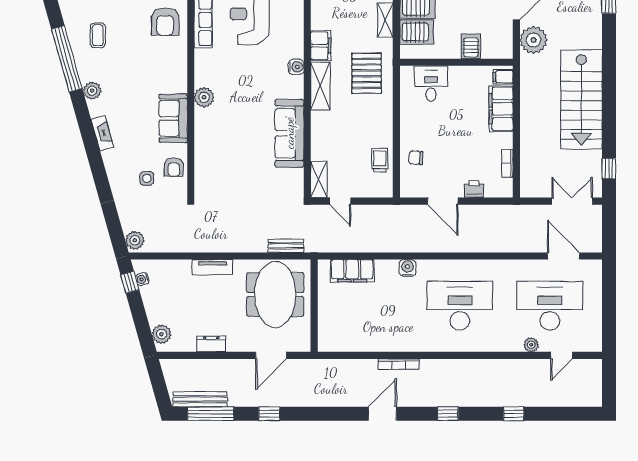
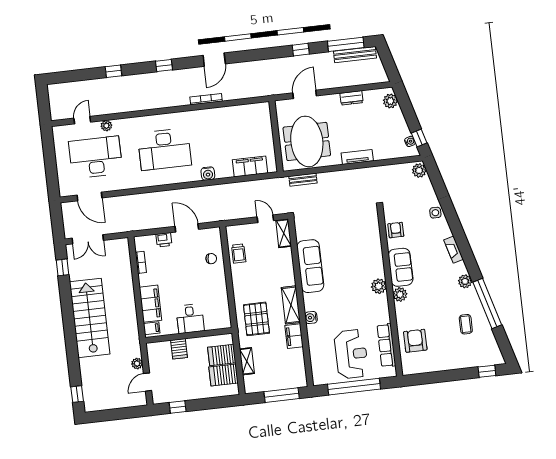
plant: (534, 40) -> (137, 364), width x0.53, depth x0.53
plant: (178, 83) -> (400, 294), added
desk: (431, 84) -> (190, 319), moved
side table: (147, 178) -> (435, 213), moved
desk: (550, 306) -> (96, 157), turned 180

